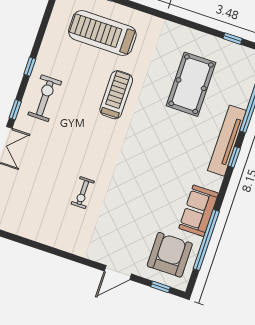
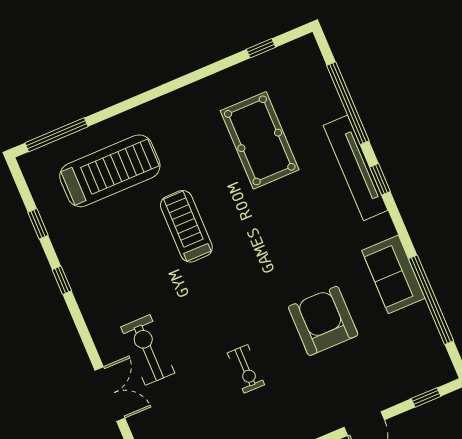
treadmill: (102, 33) -> (110, 171), turned 180
exercise bike: (45, 98) -> (148, 350), moved
window: (15, 110) -> (38, 224), moved
armchair: (170, 255) -> (323, 321), moved

